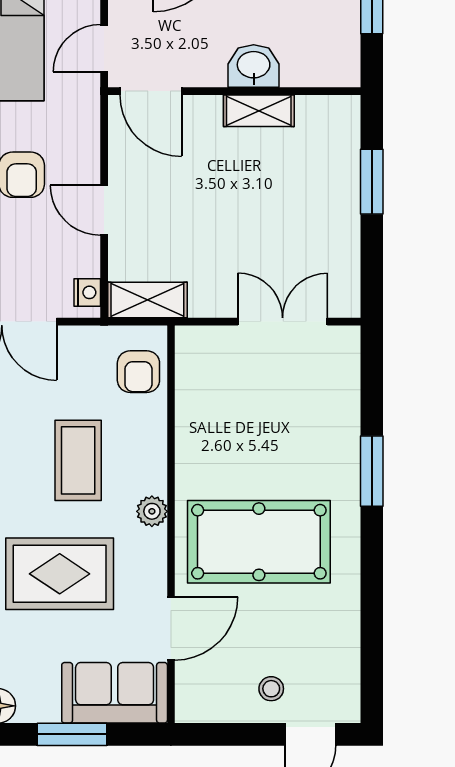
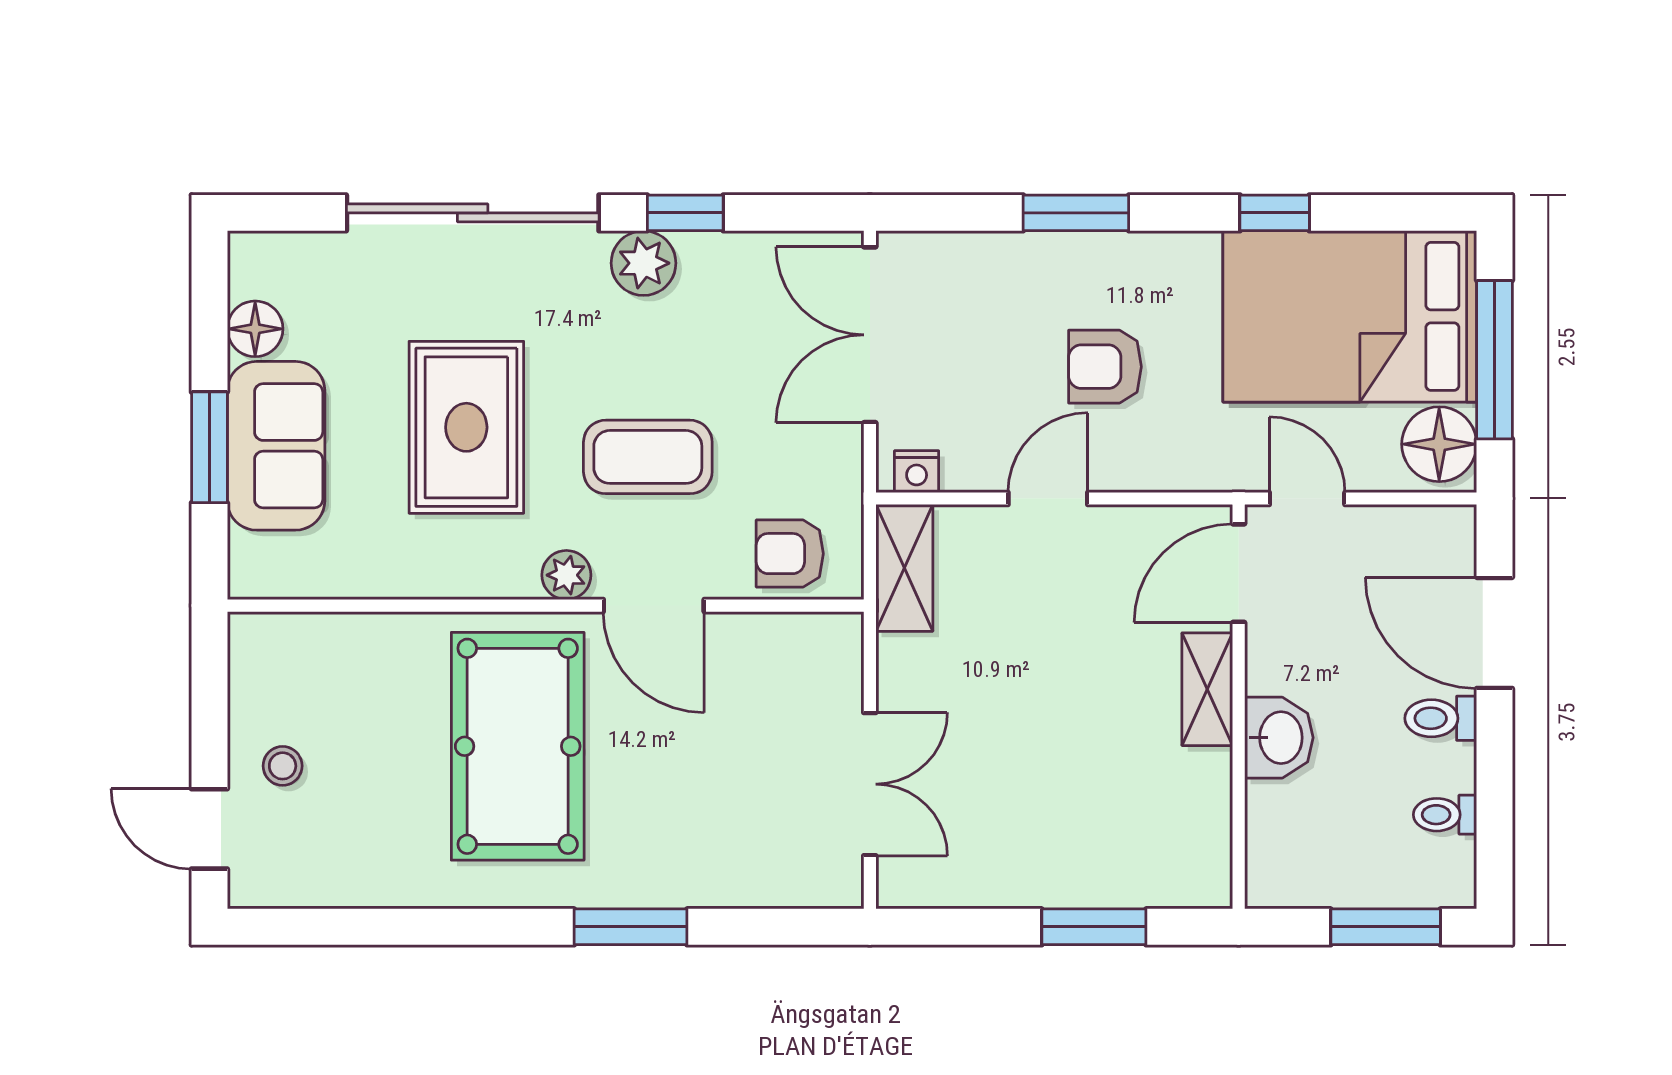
shelving: (259, 111) -> (1207, 689), moved
door: (171, 628) -> (654, 606), moved
sofa: (115, 693) -> (276, 446), moved

